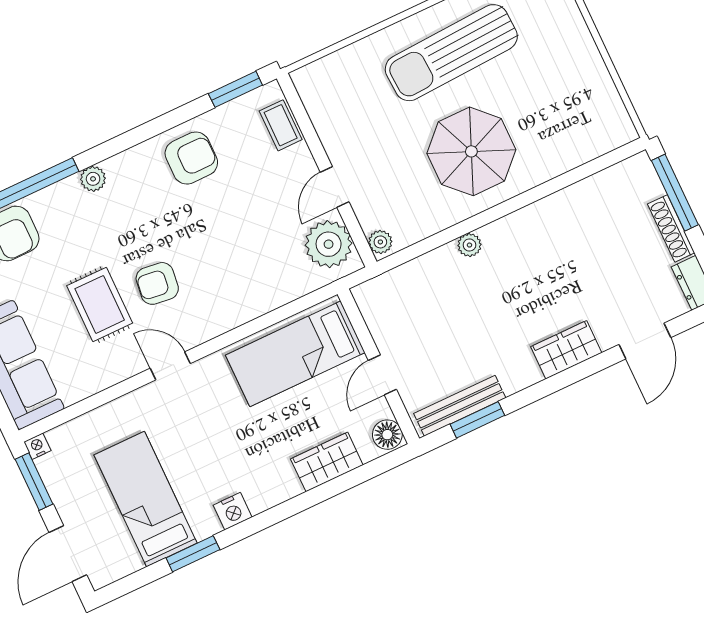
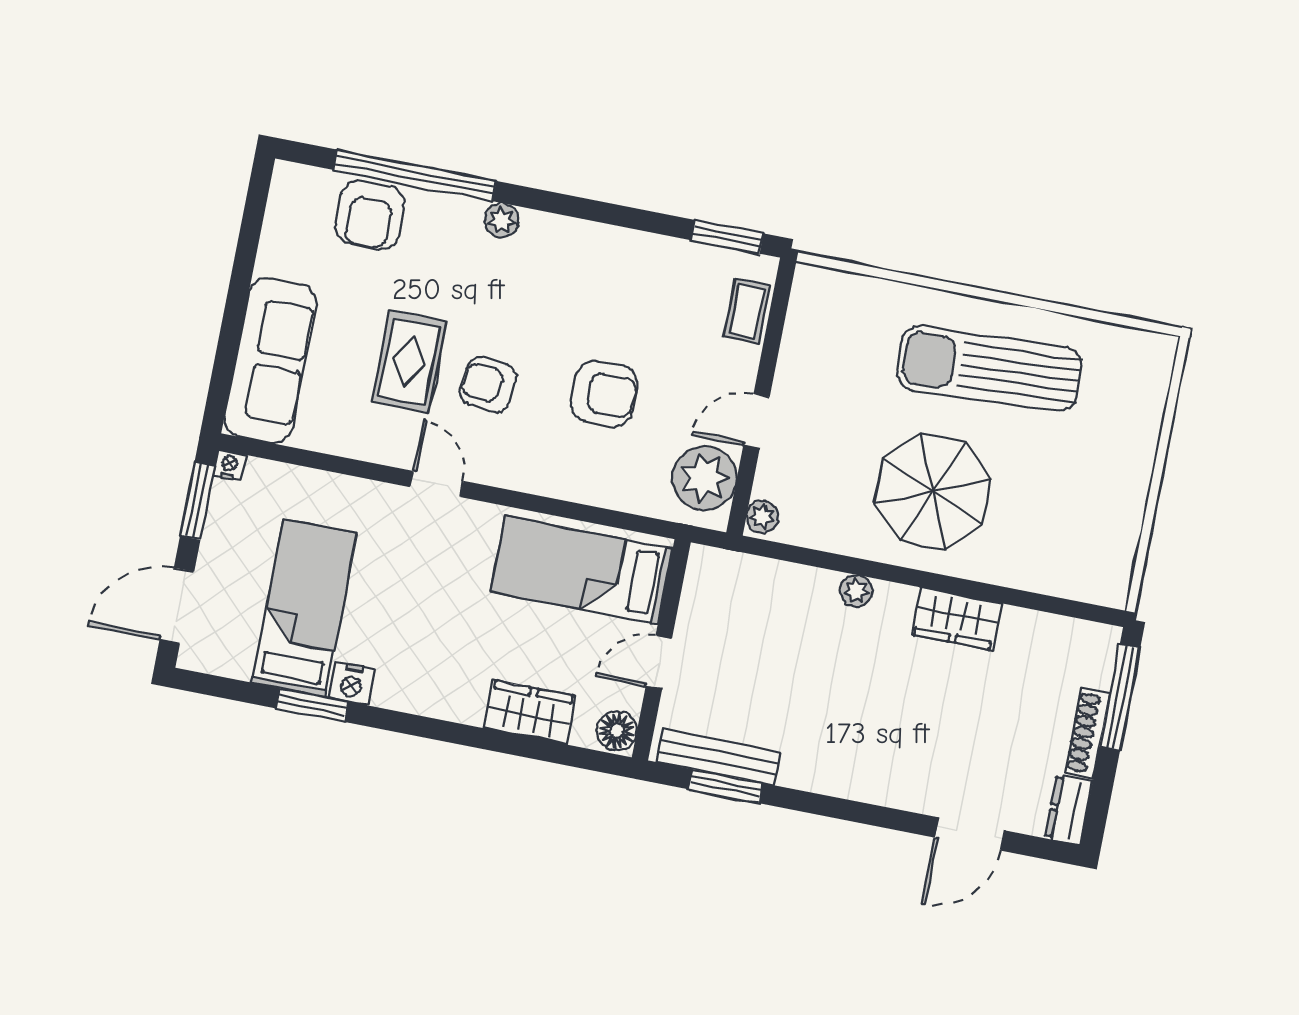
armchair: (191, 158) -> (604, 394), moved
wardrobe: (566, 350) -> (956, 619), moved, turned 180
nightstand: (233, 511) -> (352, 683), moved

